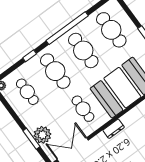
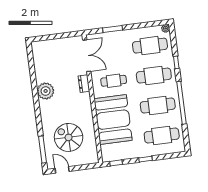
cafe table: (27, 92) -> (150, 46), width x1.37, depth x1.35
dresser: (114, 129) -> (84, 84), moved
plant: (42, 135) -> (111, 39), removed

